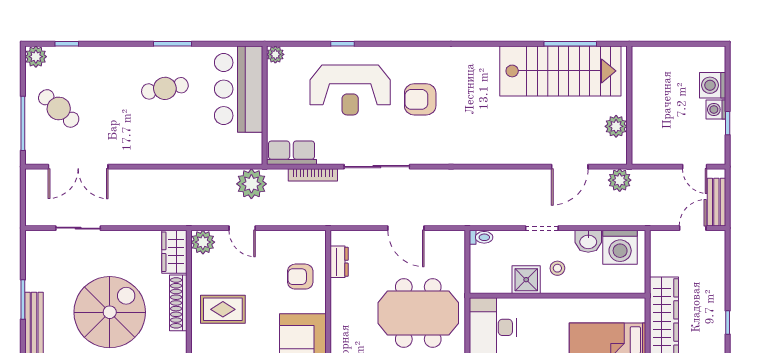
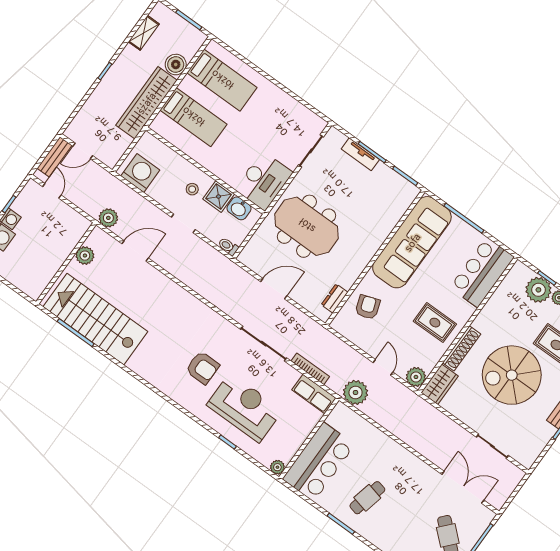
cafe table: (165, 88) -> (367, 498), turned -66
door: (406, 228) -> (274, 289), hinge flipped
washbasin: (588, 241) -> (239, 208), moved, turned 180
armchair: (300, 277) -> (368, 307), turned -109

